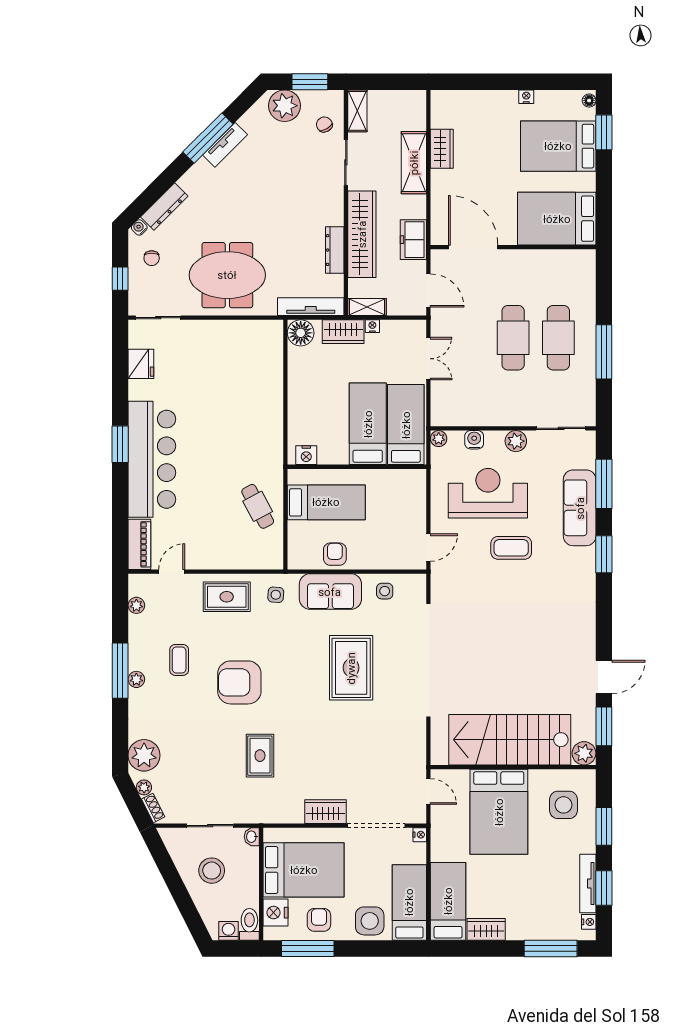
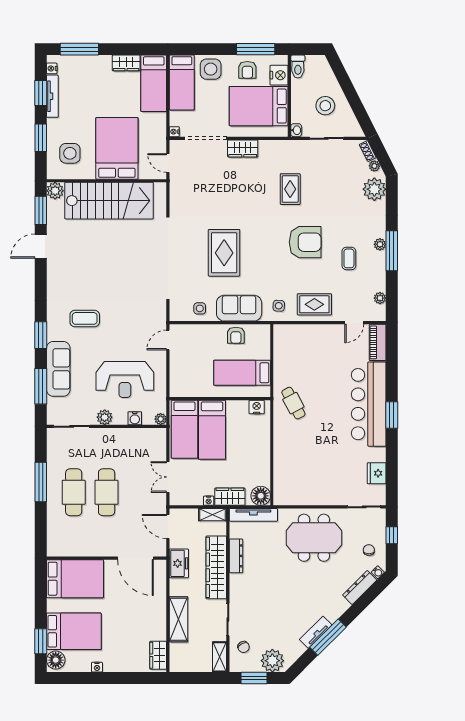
floor lamp: (589, 101) -> (56, 660), width x1.89, depth x1.89
wardrobe: (442, 149) -> (158, 655), moved
cafe table: (258, 506) -> (293, 403), moved
coffee table: (511, 548) -> (85, 318), moved
washing machine: (229, 931) -> (313, 62), removed

